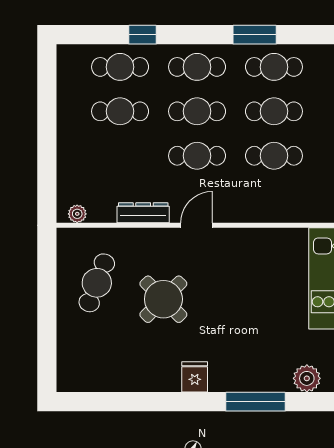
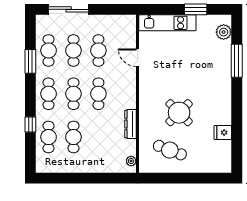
door: (197, 225) -> (138, 58), moved
fridge: (195, 377) -> (223, 133), moved

